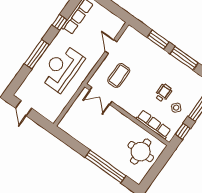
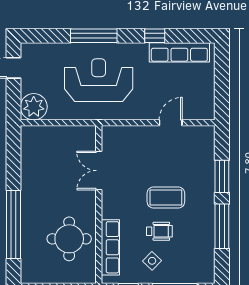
coffee table: (119, 76) -> (166, 197), moved
double door: (101, 96) -> (99, 171), moved
plant: (52, 112) -> (34, 107), added
round table: (141, 152) -> (69, 239), moved

